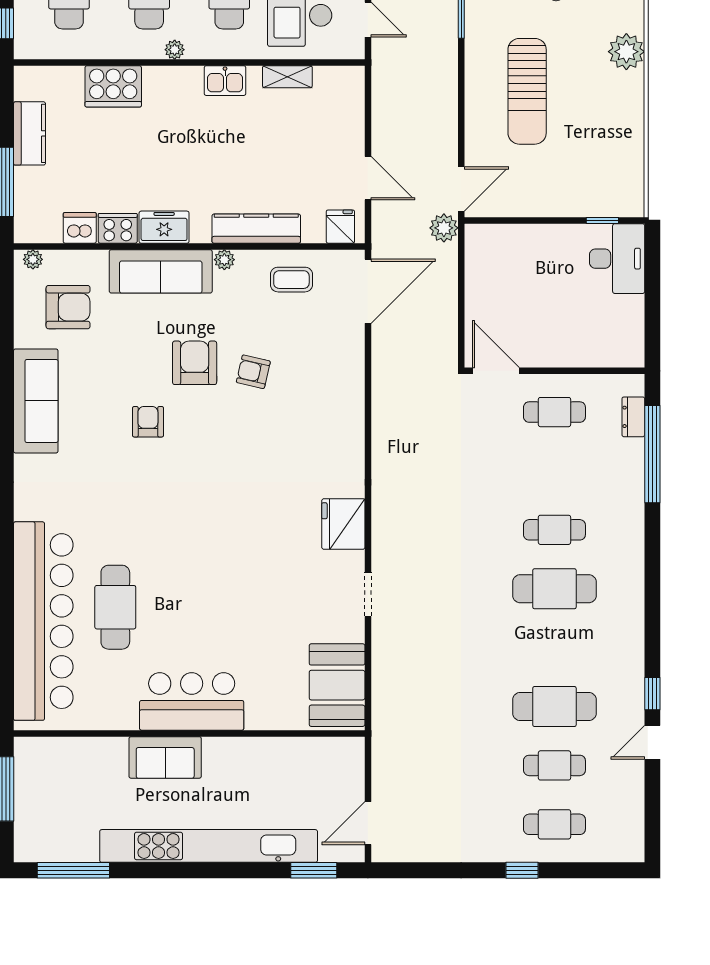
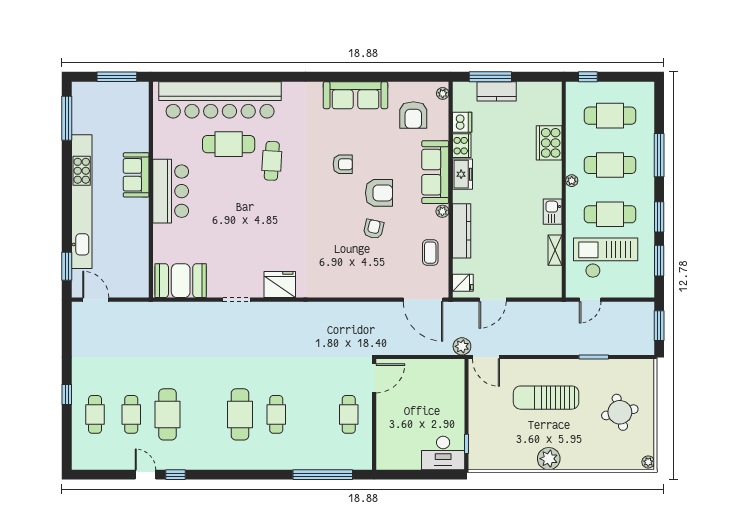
plant: (626, 52) -> (549, 459), moved
kitchen counter: (29, 133) -> (497, 91), moved
dresser: (633, 417) -> (346, 463), removed
cafe table: (143, 537) -> (272, 161), added

